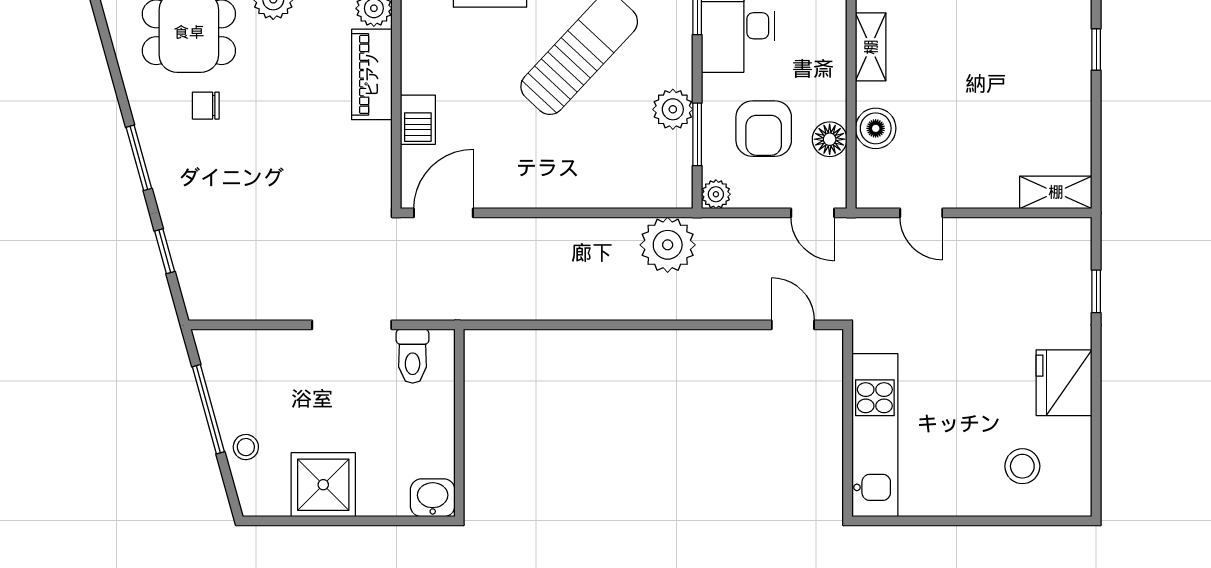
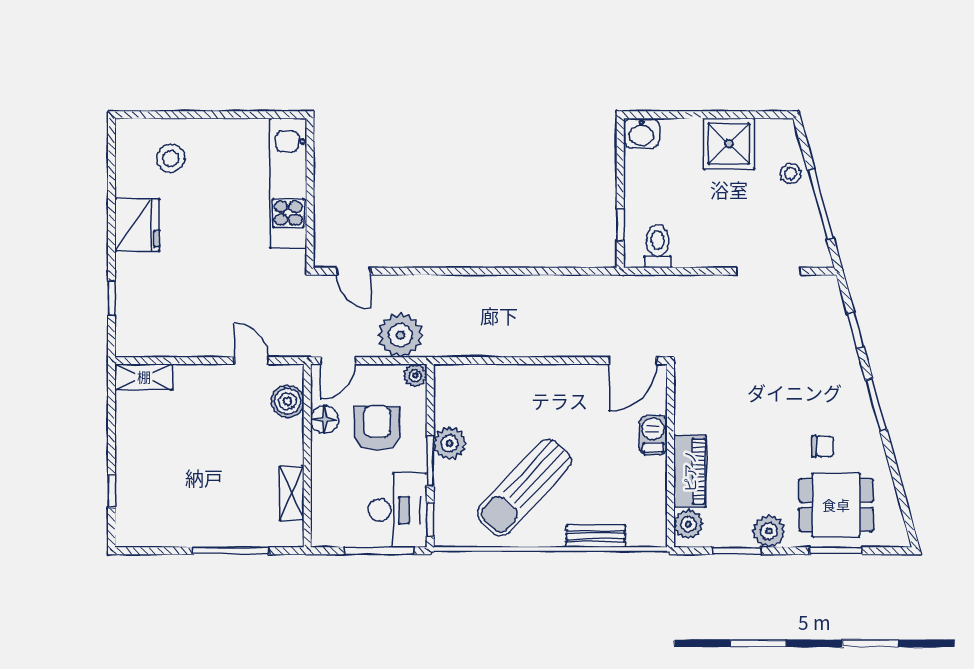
boiler: (876, 128) -> (288, 401), moved
window: (697, 134) -> (430, 461), moved
door: (813, 213) -> (338, 361), swing flipped
plant: (668, 245) -> (400, 335), moved
doorway: (352, 325) -> (769, 271), moved
window: (459, 383) -> (620, 225), added

